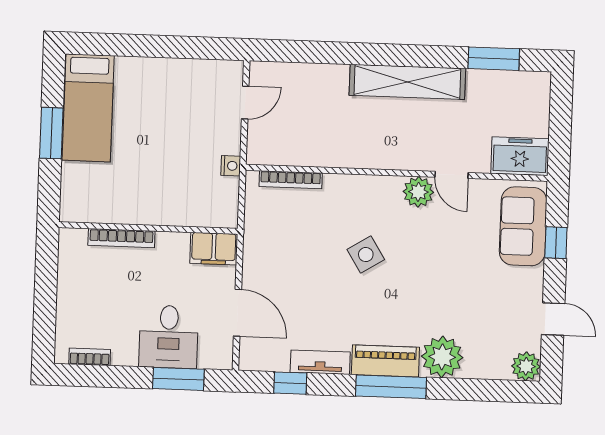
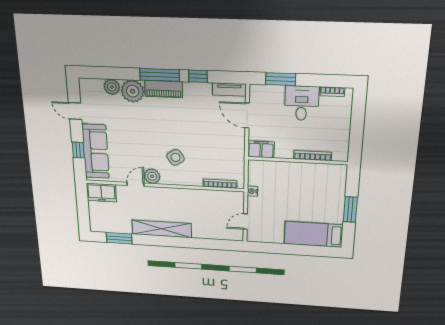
bed: (88, 108) -> (313, 234), moved, turned -90
door: (451, 175) -> (136, 184), hinge flipped
sofa: (523, 226) -> (96, 151), width x1.36
side table: (366, 255) -> (176, 157), moved
desk: (169, 337) -> (302, 103), moved
tv unit: (320, 362) -> (229, 90), moved
plant: (526, 366) -> (112, 87), moved
window: (290, 383) -> (198, 76), moved

